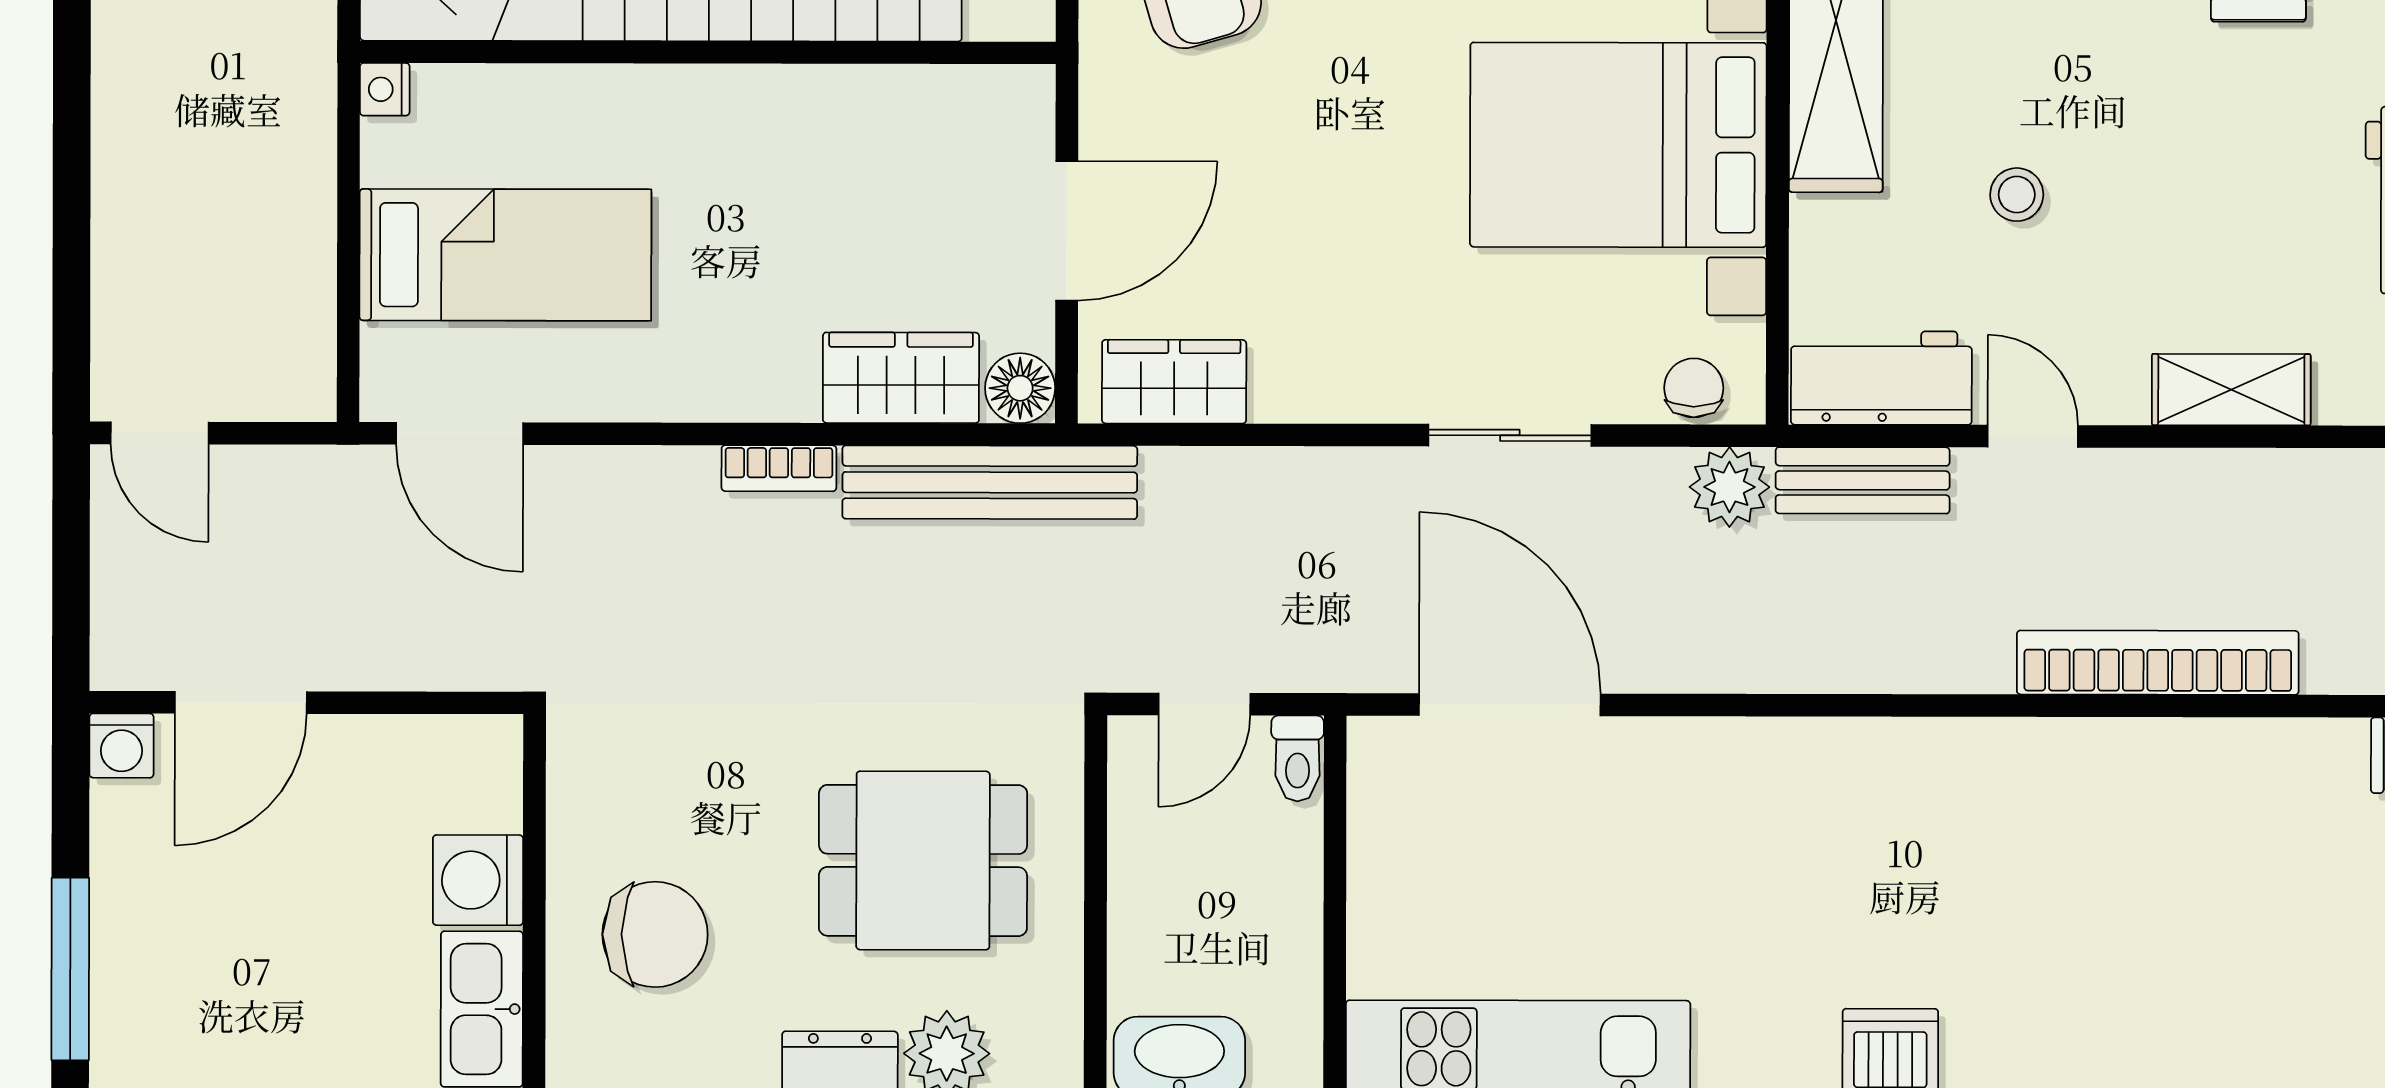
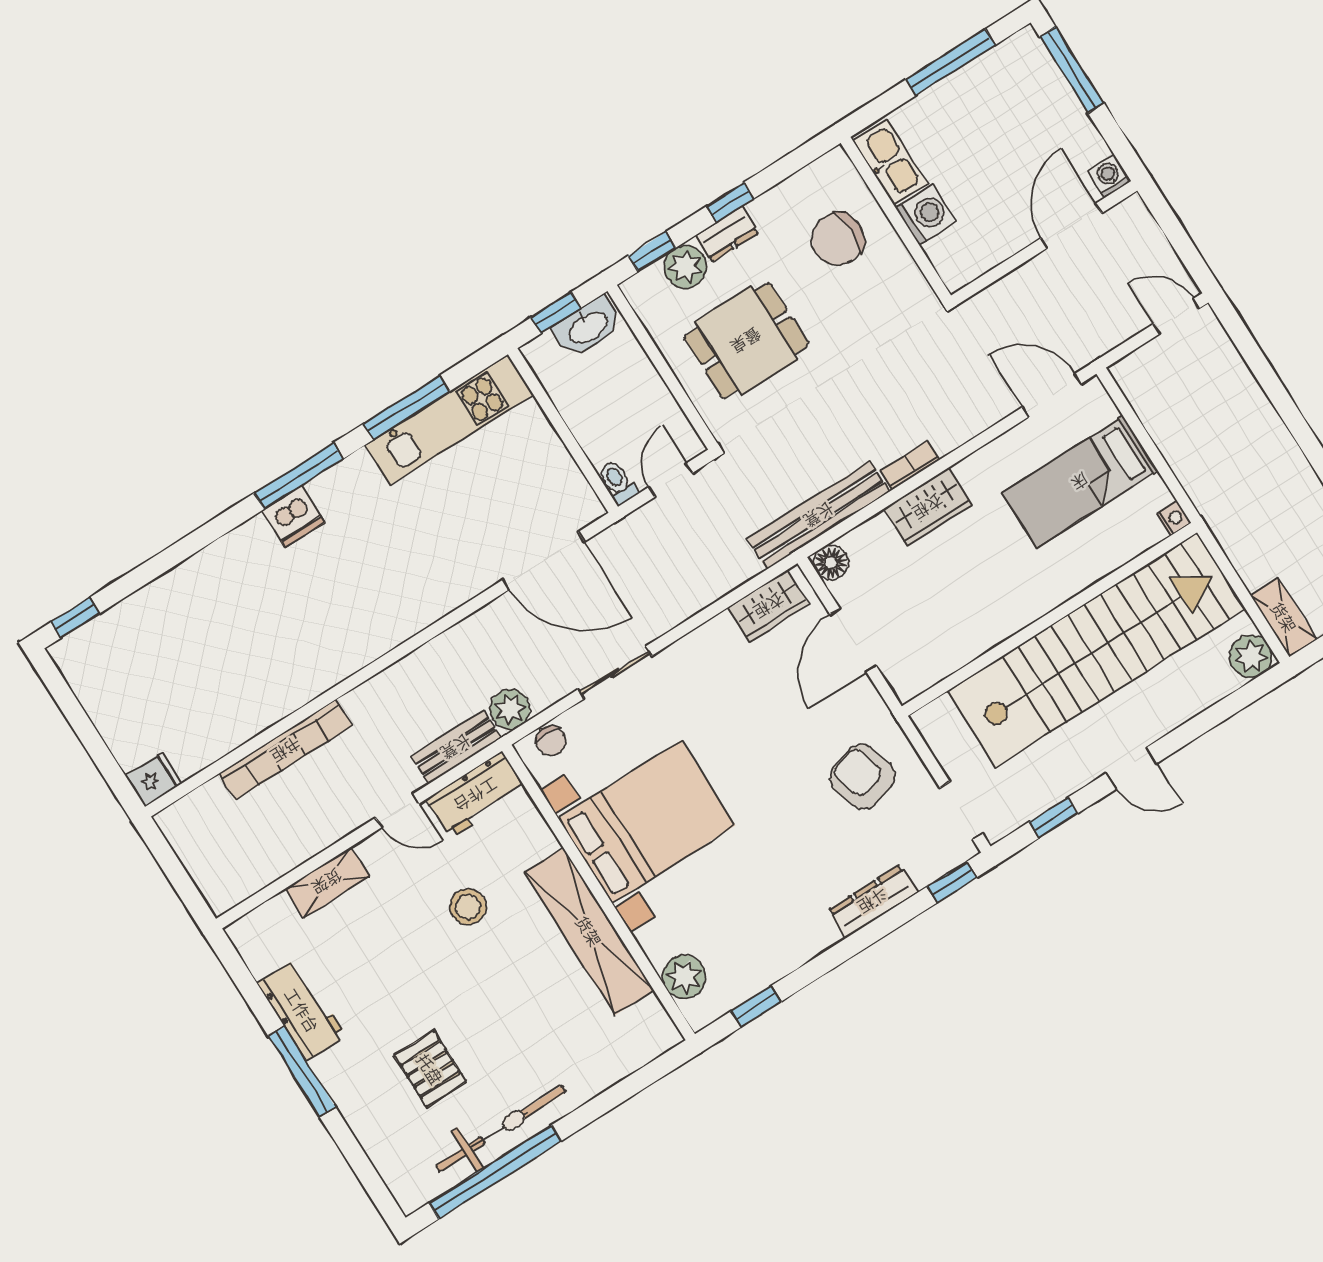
stool: (2017, 195) -> (468, 907), width x1.37, depth x1.37
wardrobe: (901, 378) -> (928, 507), moved

